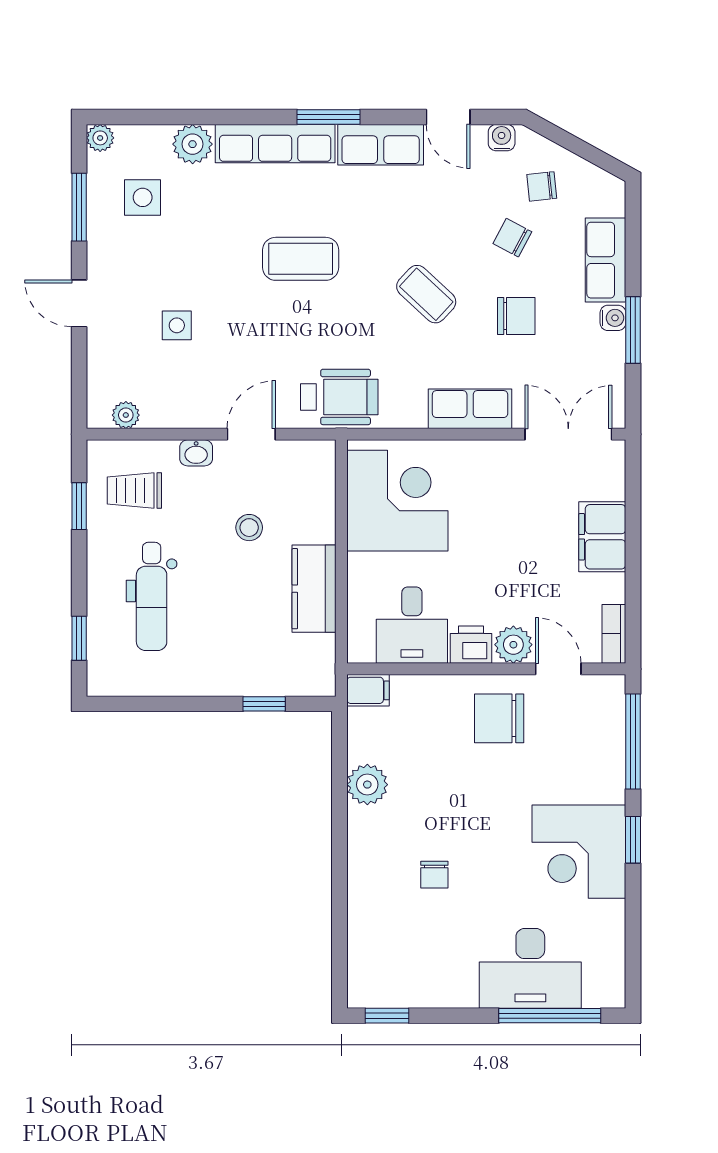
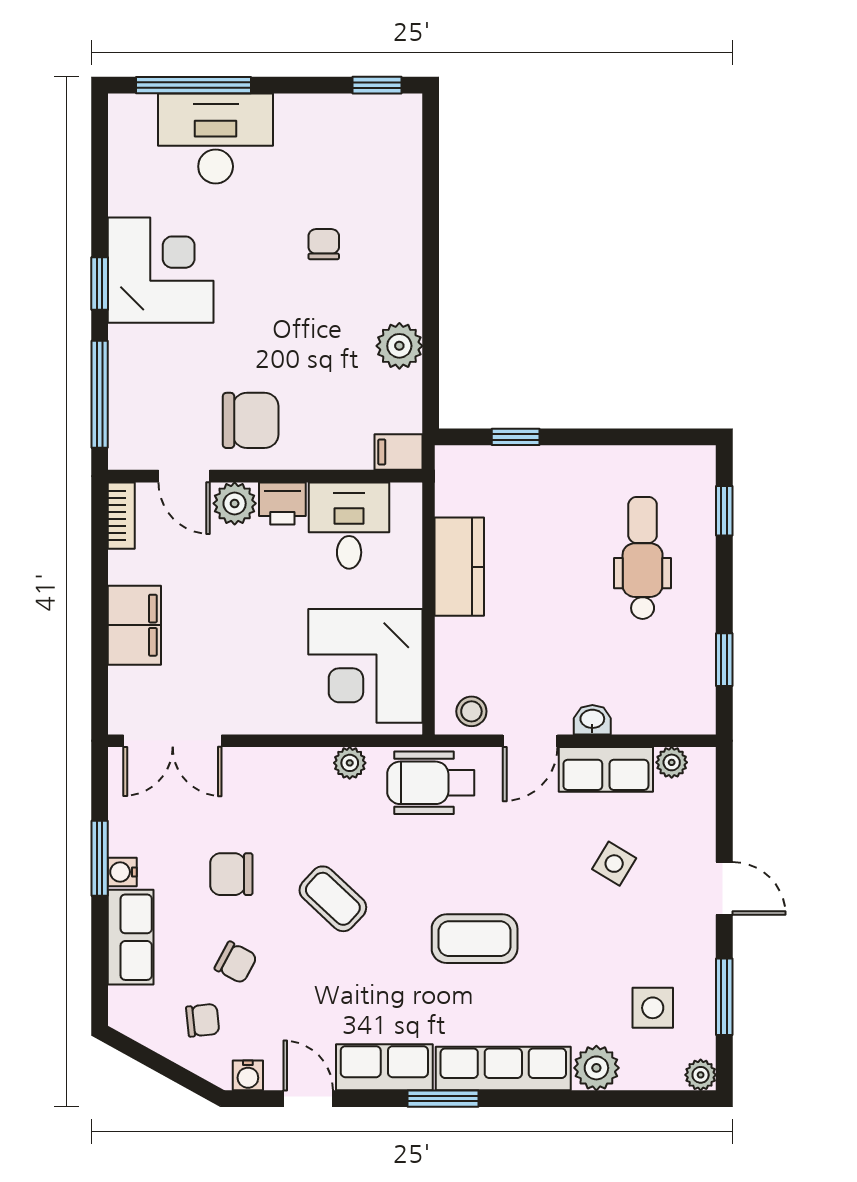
side table: (177, 325) -> (614, 864), turned 31
row of seats: (470, 409) -> (606, 769), moved
plant: (411, 415) -> (350, 763), added
trolley: (134, 491) -> (662, 677), removed
stool: (249, 528) -> (471, 711), moved

